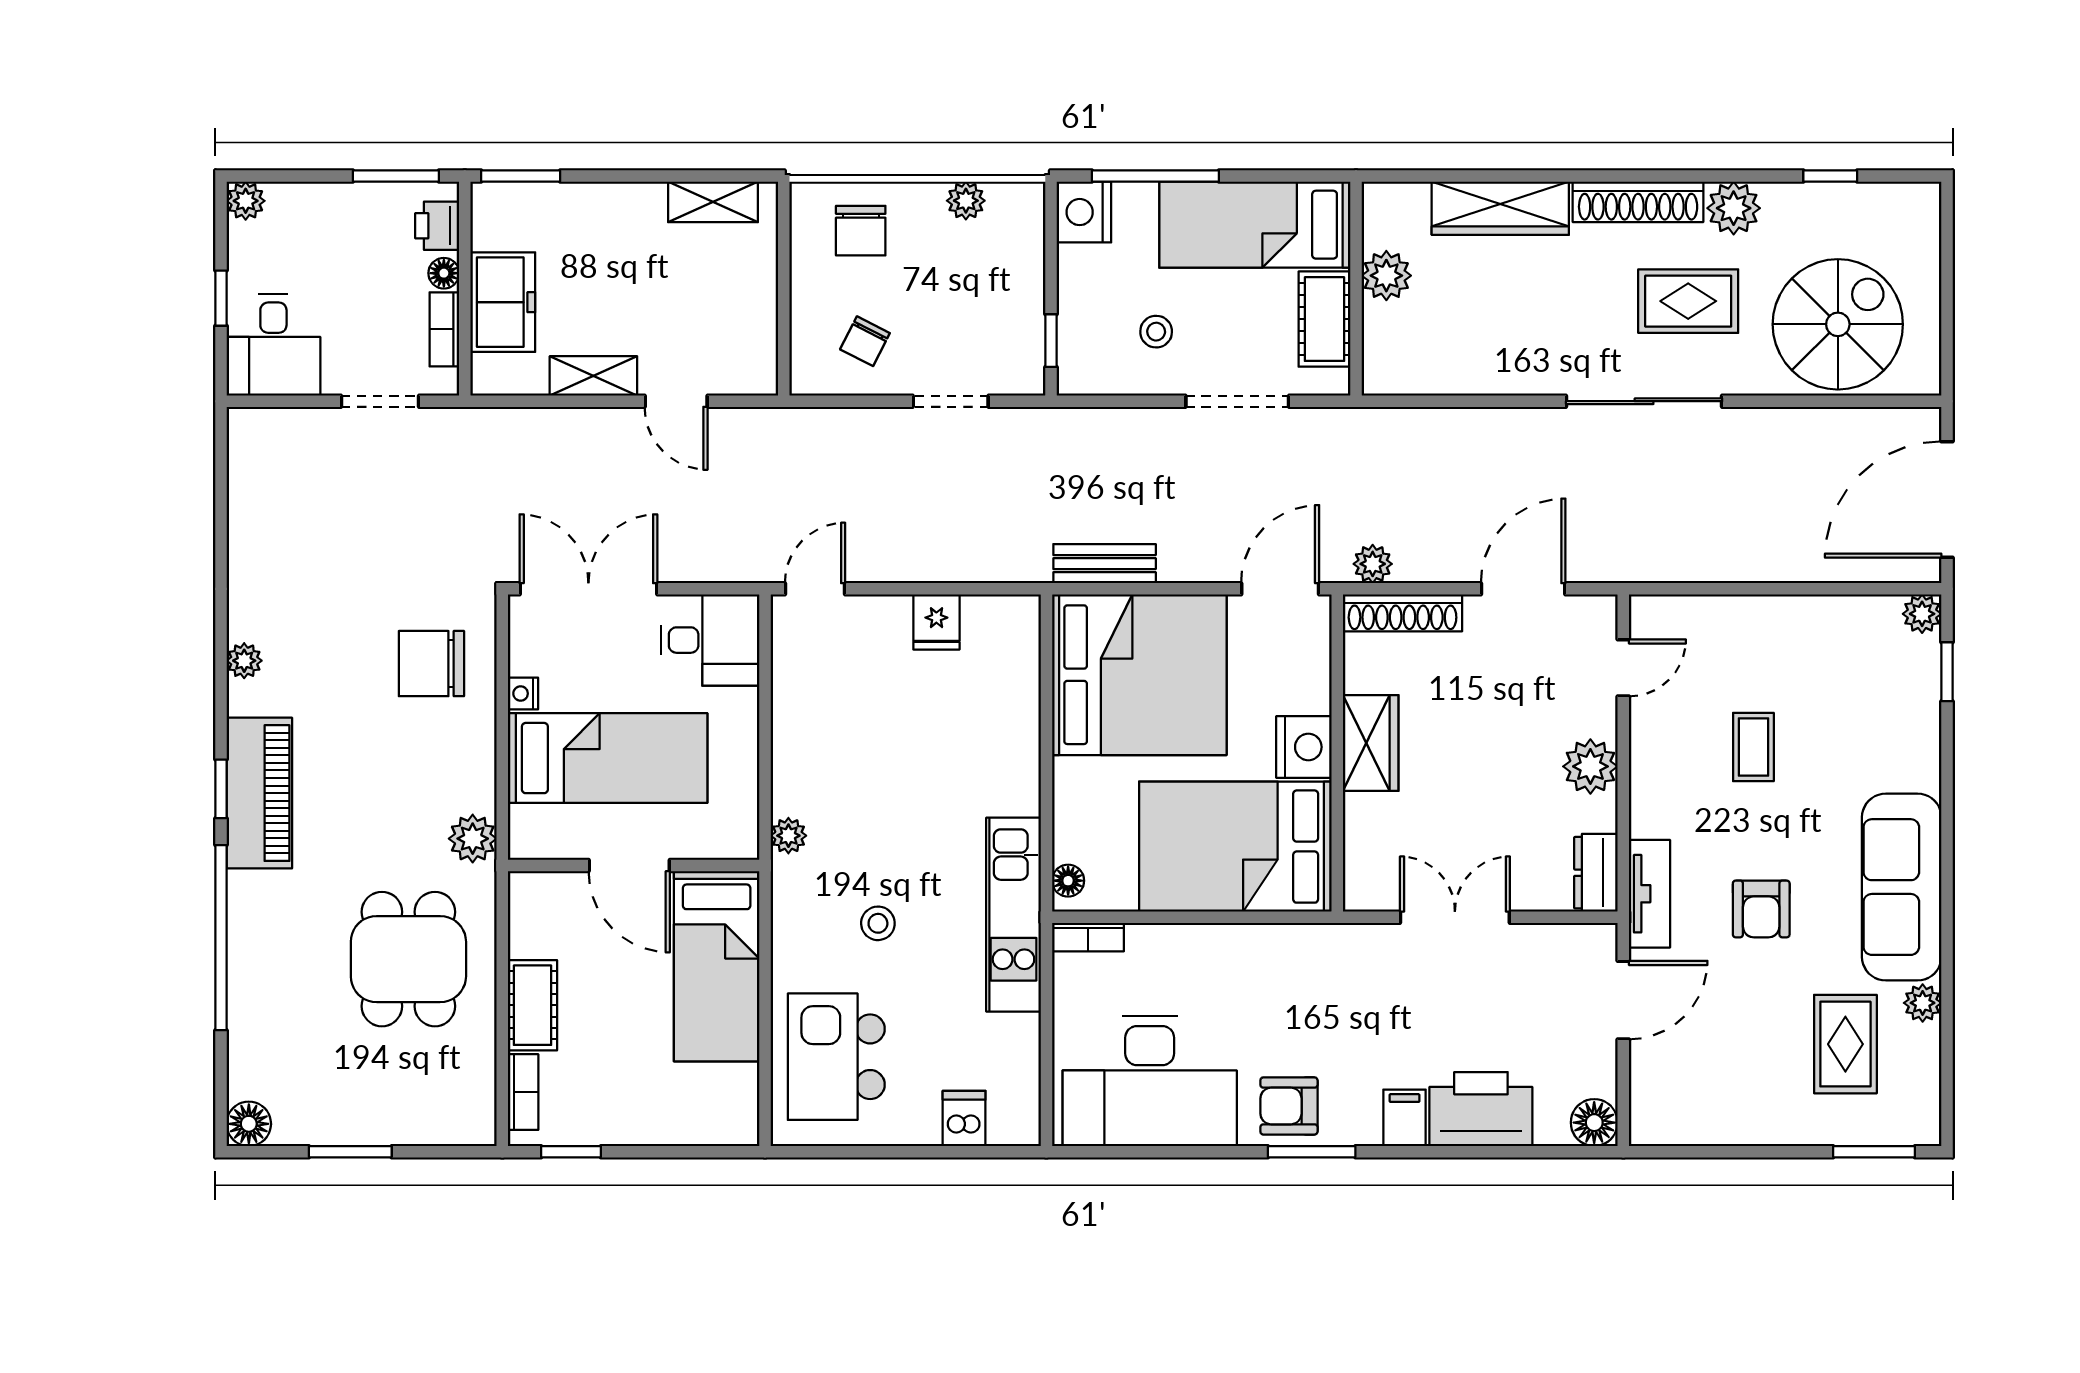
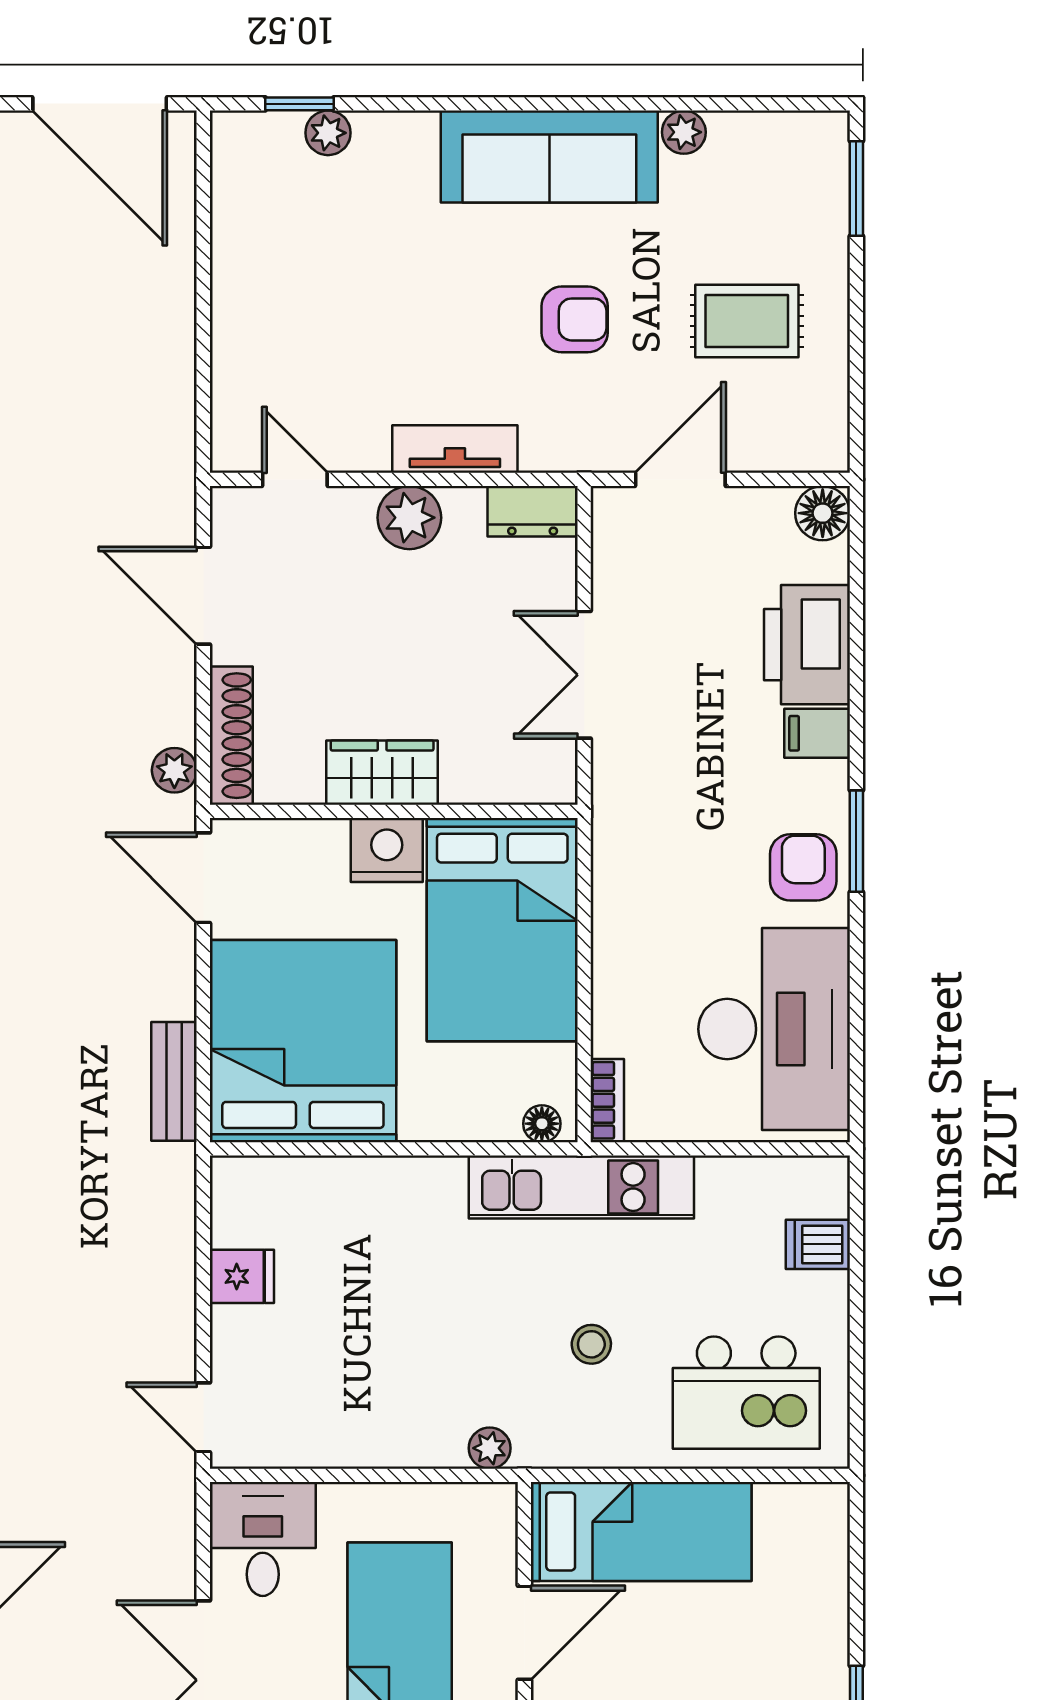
plant: (1922, 614) -> (328, 133), moved
coffee table: (1753, 747) -> (387, 328), removed
tv unit: (1650, 894) -> (455, 449), moved
door: (1623, 1000) -> (680, 479), hinge flipped
rug: (1845, 1044) -> (747, 321), moved
armchair: (1289, 1106) -> (803, 867), turned 180

